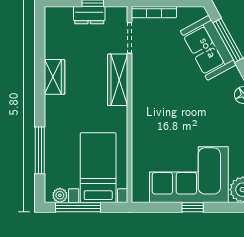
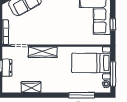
wardrobe: (54, 77) -> (31, 87), moved
window: (193, 207) -> (113, 24), moved

